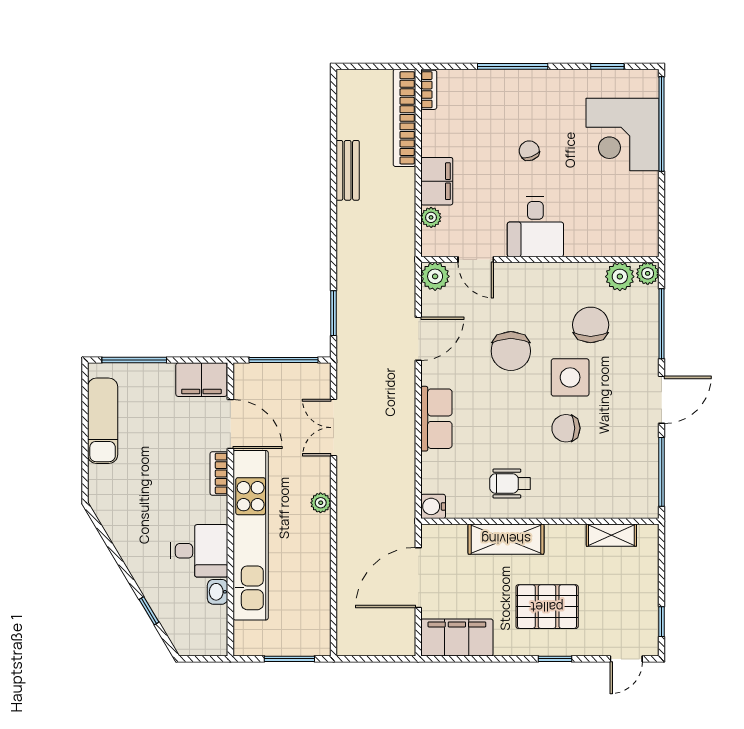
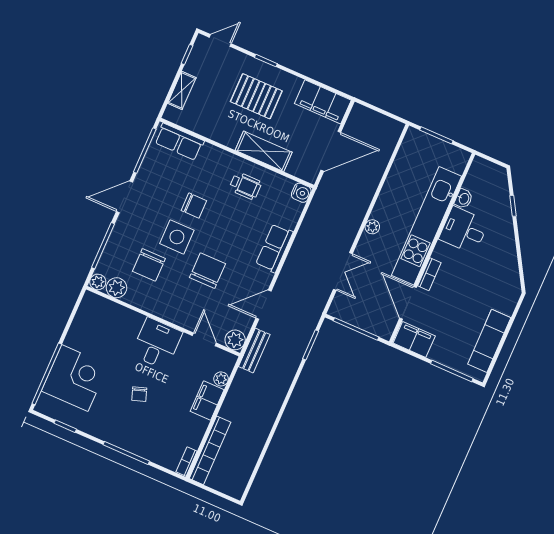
bench: (348, 170) -> (254, 350), moved
row of seats: (622, 503) -> (179, 142), added
shelving: (611, 535) -> (182, 90), moved, turned 90

